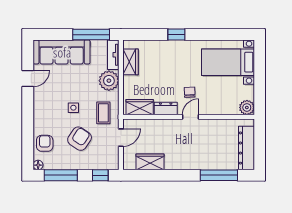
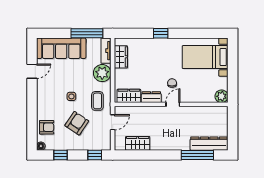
armchair: (45, 143) -> (47, 127), turned 90
dresser: (246, 148) -> (209, 144), moved, turned 90
window: (61, 175) -> (61, 155), width x0.46

